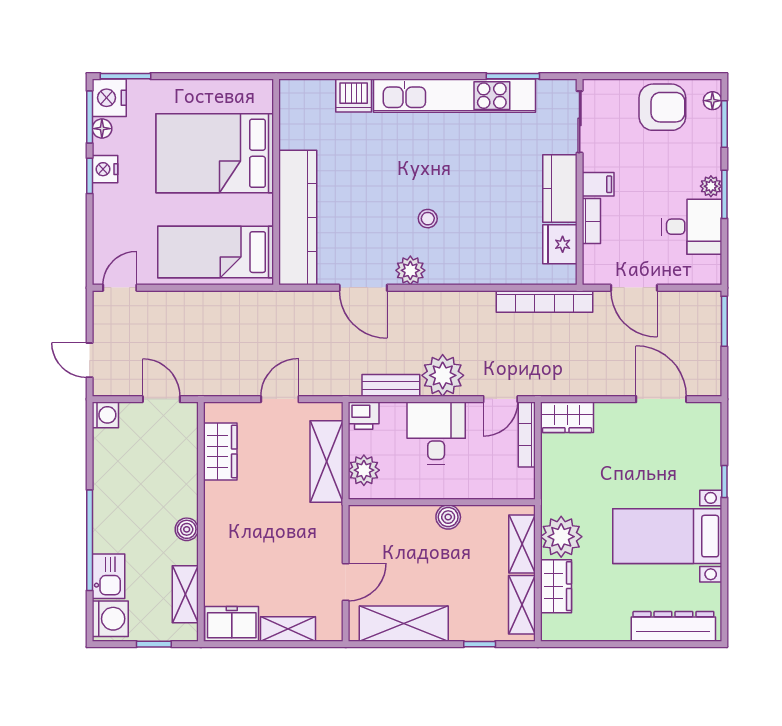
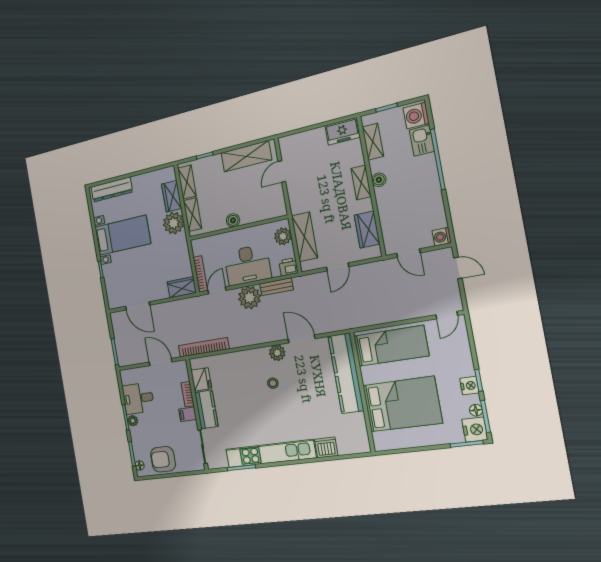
desk: (436, 433) -> (247, 265), width x1.37
shelving: (288, 629) -> (361, 183), moved, turned 90

